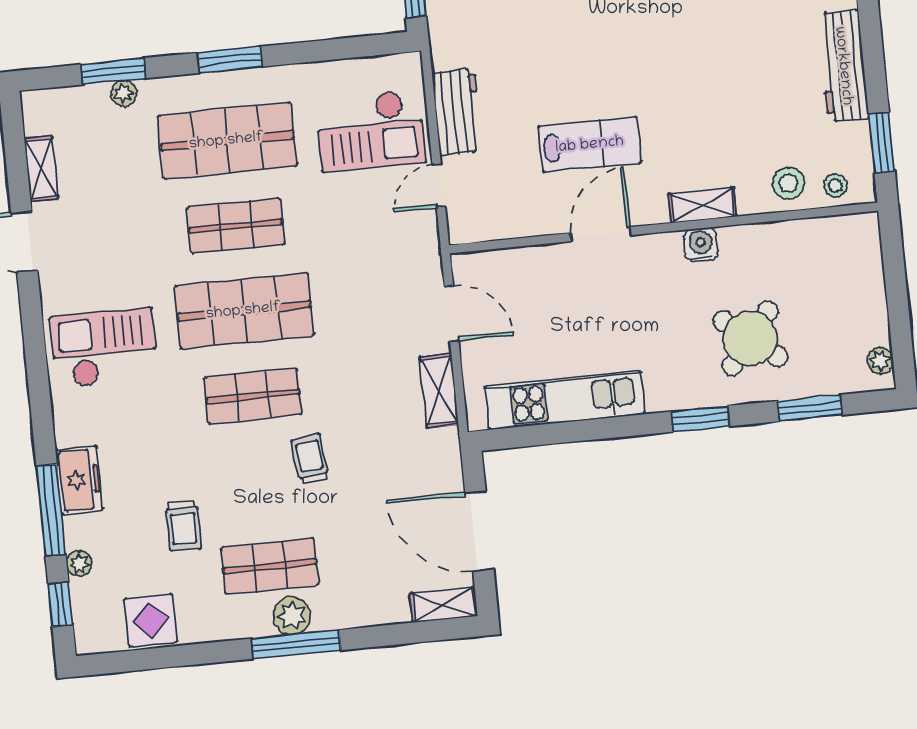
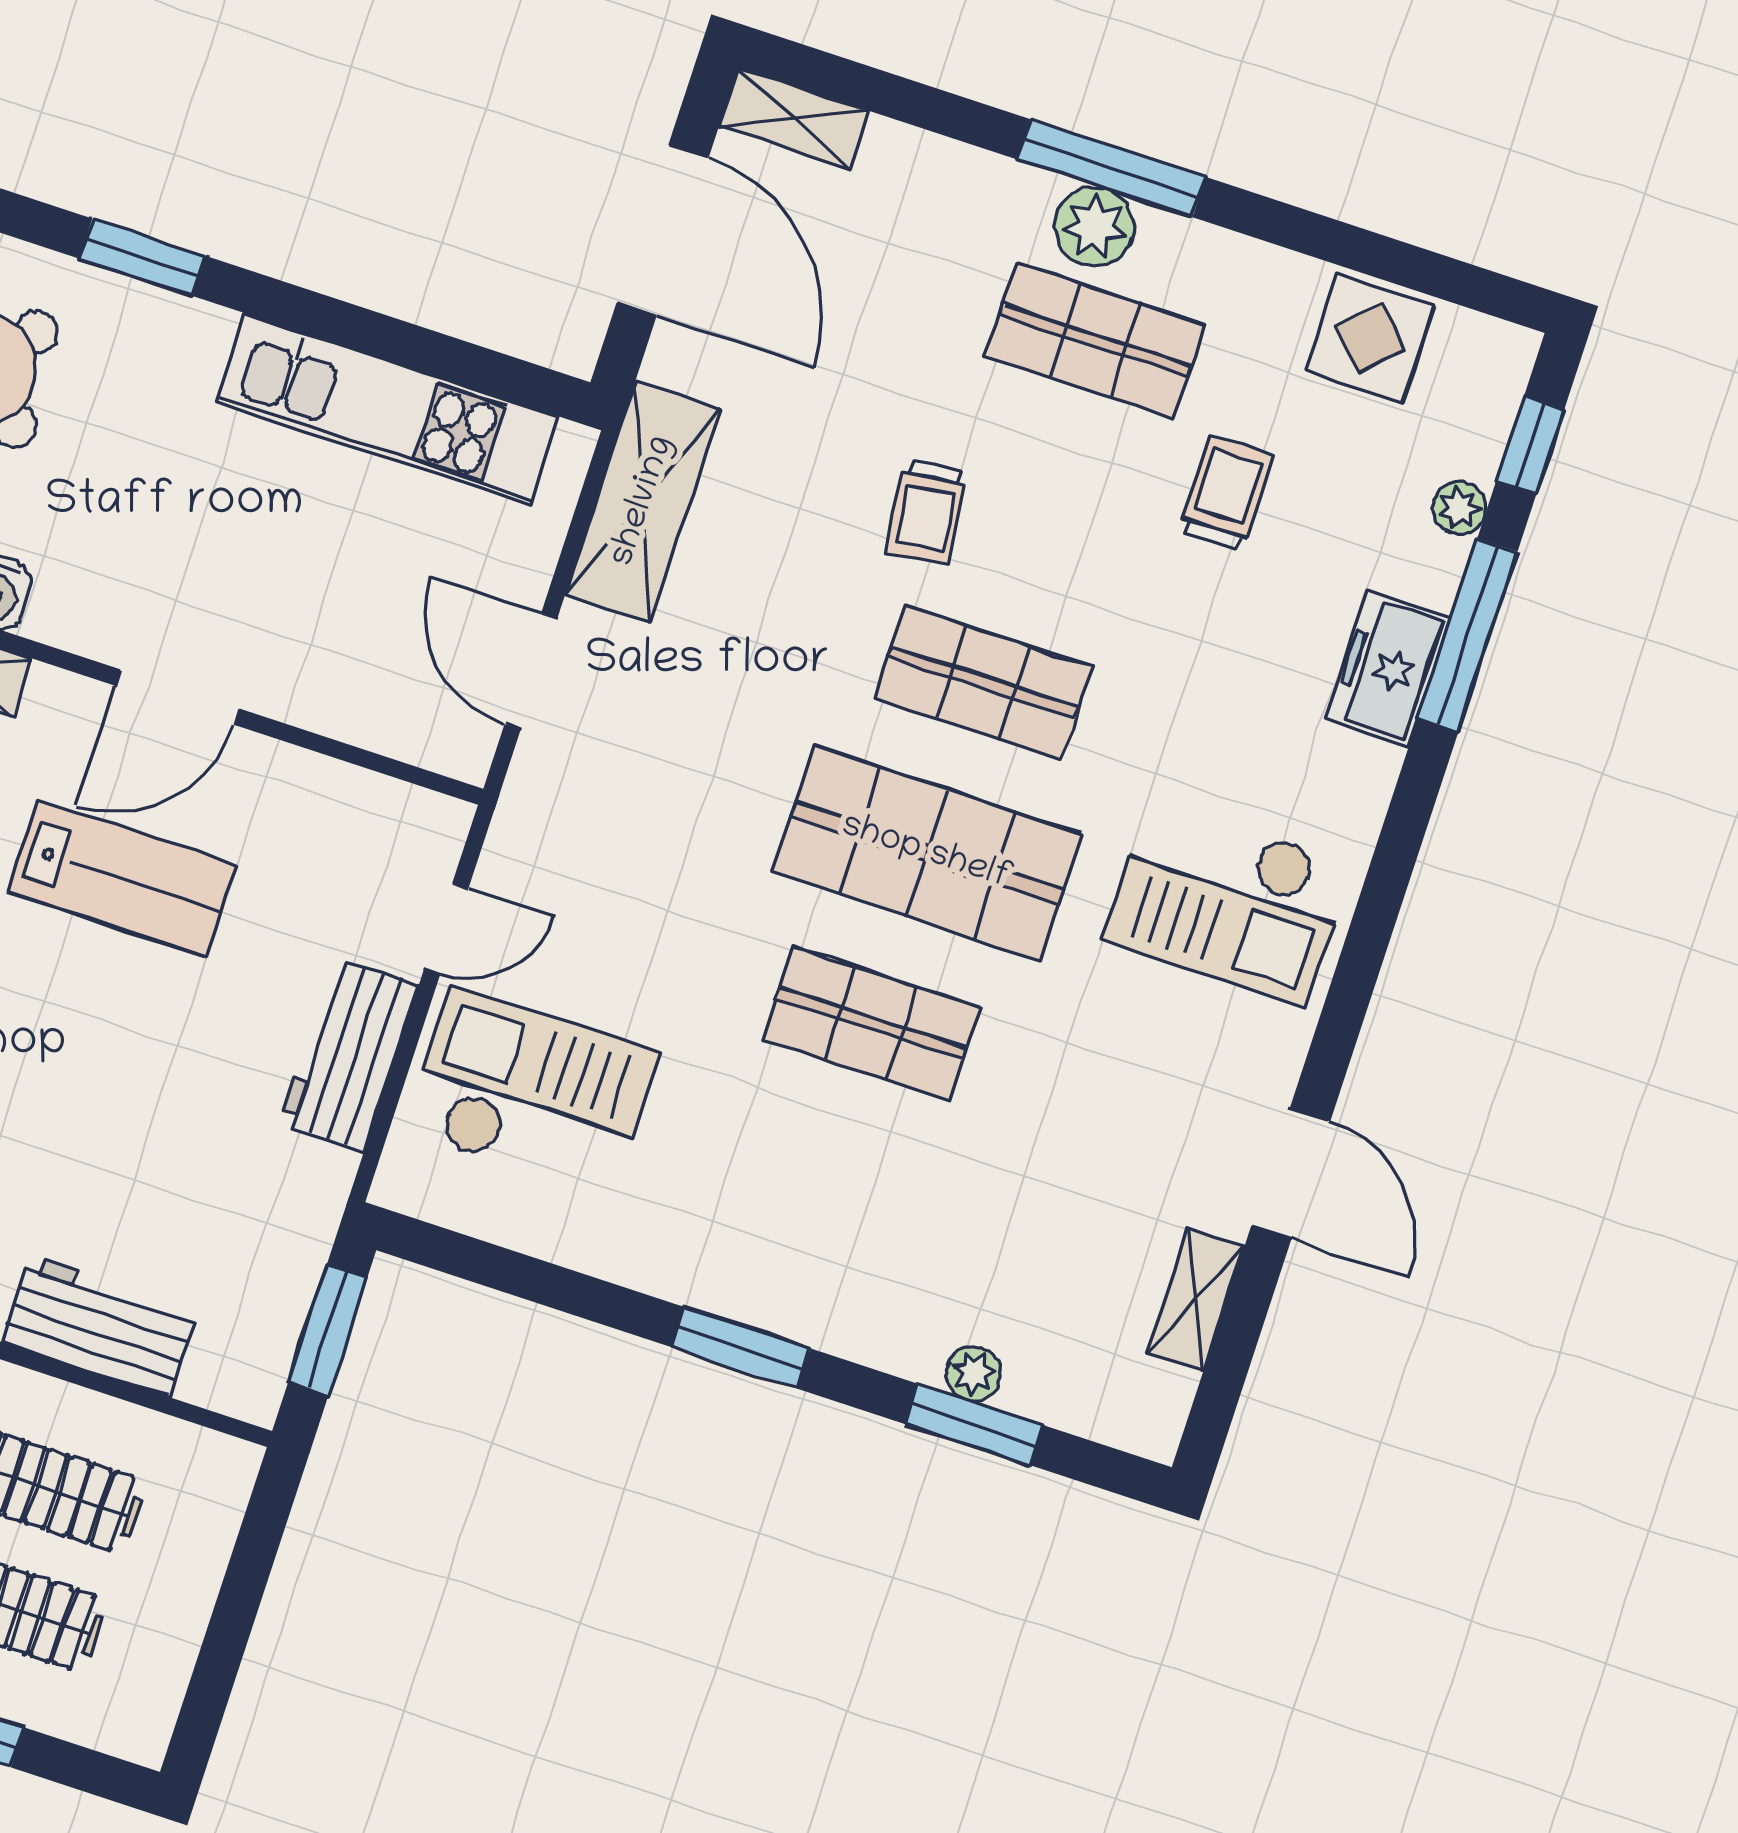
shop shelf: (227, 141) -> (815, 1194), removed
lab bench: (590, 145) -> (121, 878), turned 180
shelving: (439, 391) -> (643, 501), width x1.50, depth x1.33

